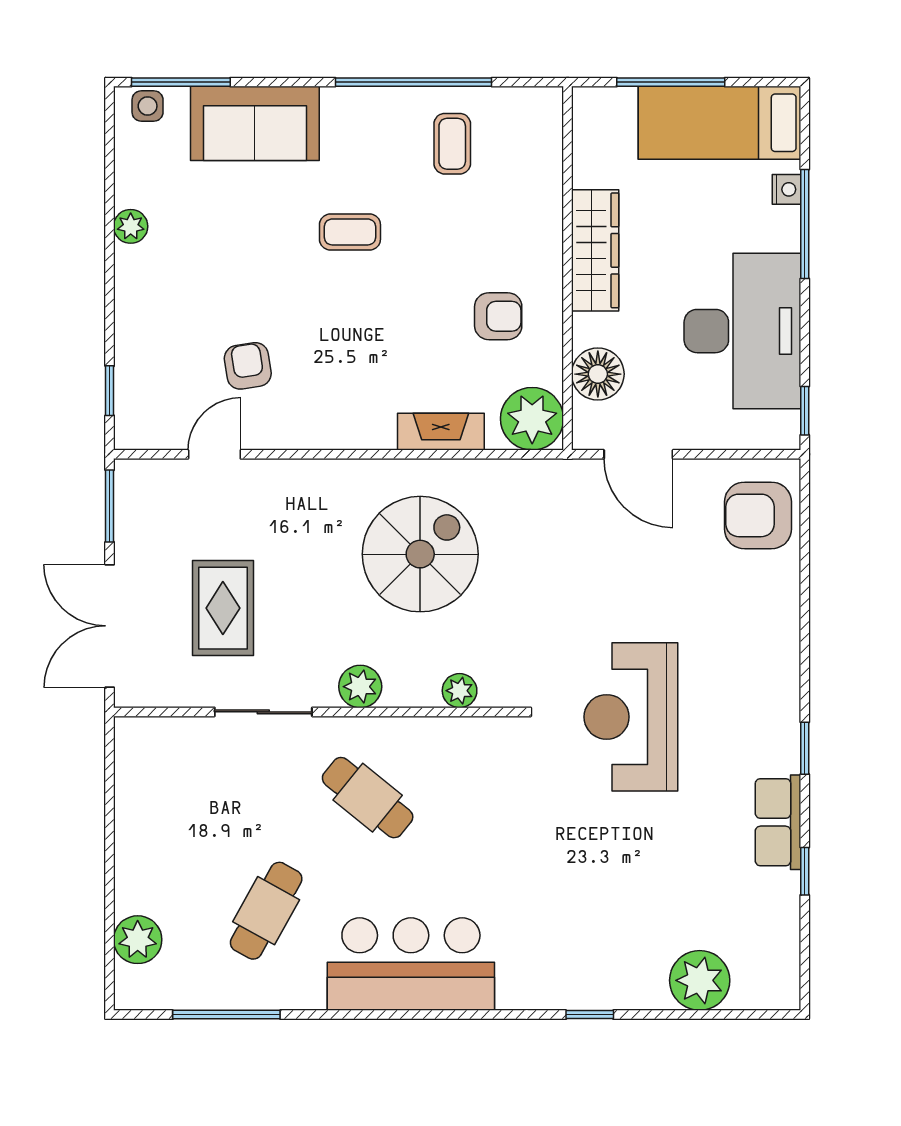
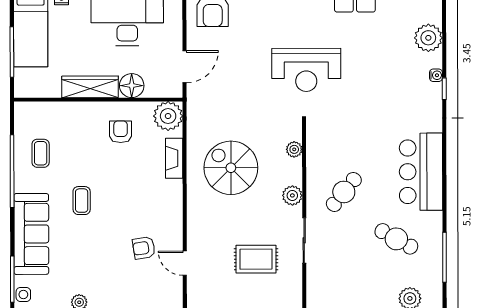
sofa: (255, 123) -> (31, 234), width x1.36
coffee table: (452, 144) -> (41, 153), turned 90
floor lamp: (598, 374) -> (132, 86), moved
water cooler: (619, 997) -> (436, 75), added

